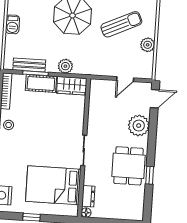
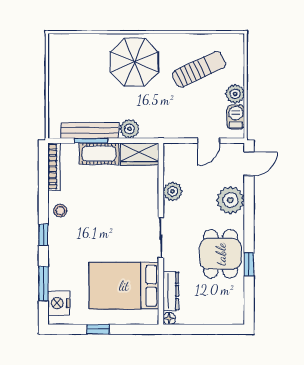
barbecue: (13, 24) -> (236, 117), moved, turned 180
bench: (29, 65) -> (90, 130), width x1.36
plant: (95, 116) -> (173, 191), added
dresser: (88, 196) -> (171, 291), width x1.44

